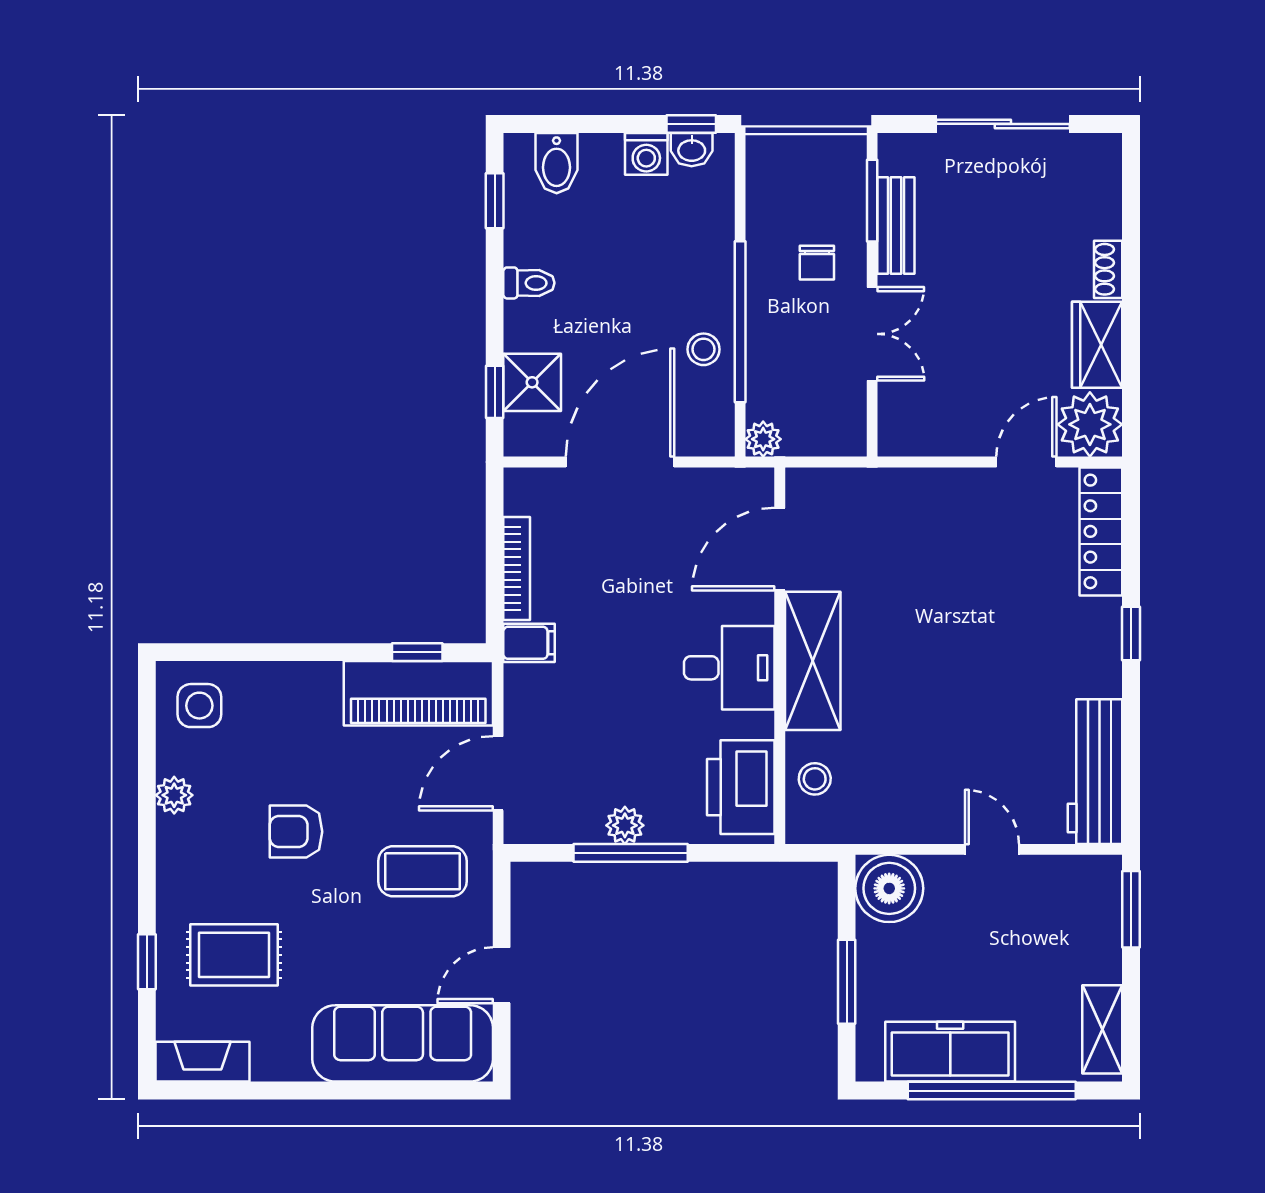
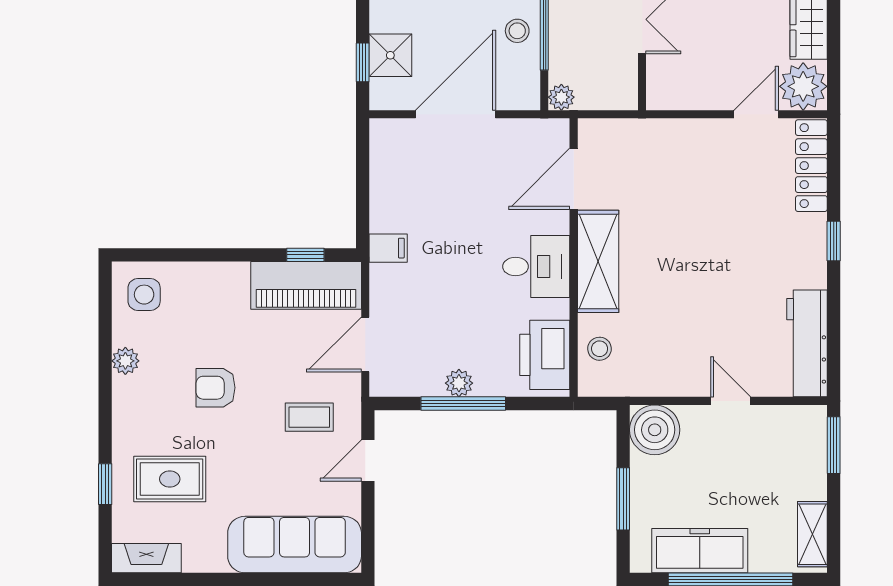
bookcase: (517, 568) -> (379, 193), removed
coffee table: (422, 871) -> (309, 417), width x0.73, depth x0.77
door: (502, 975) -> (368, 460), moved

